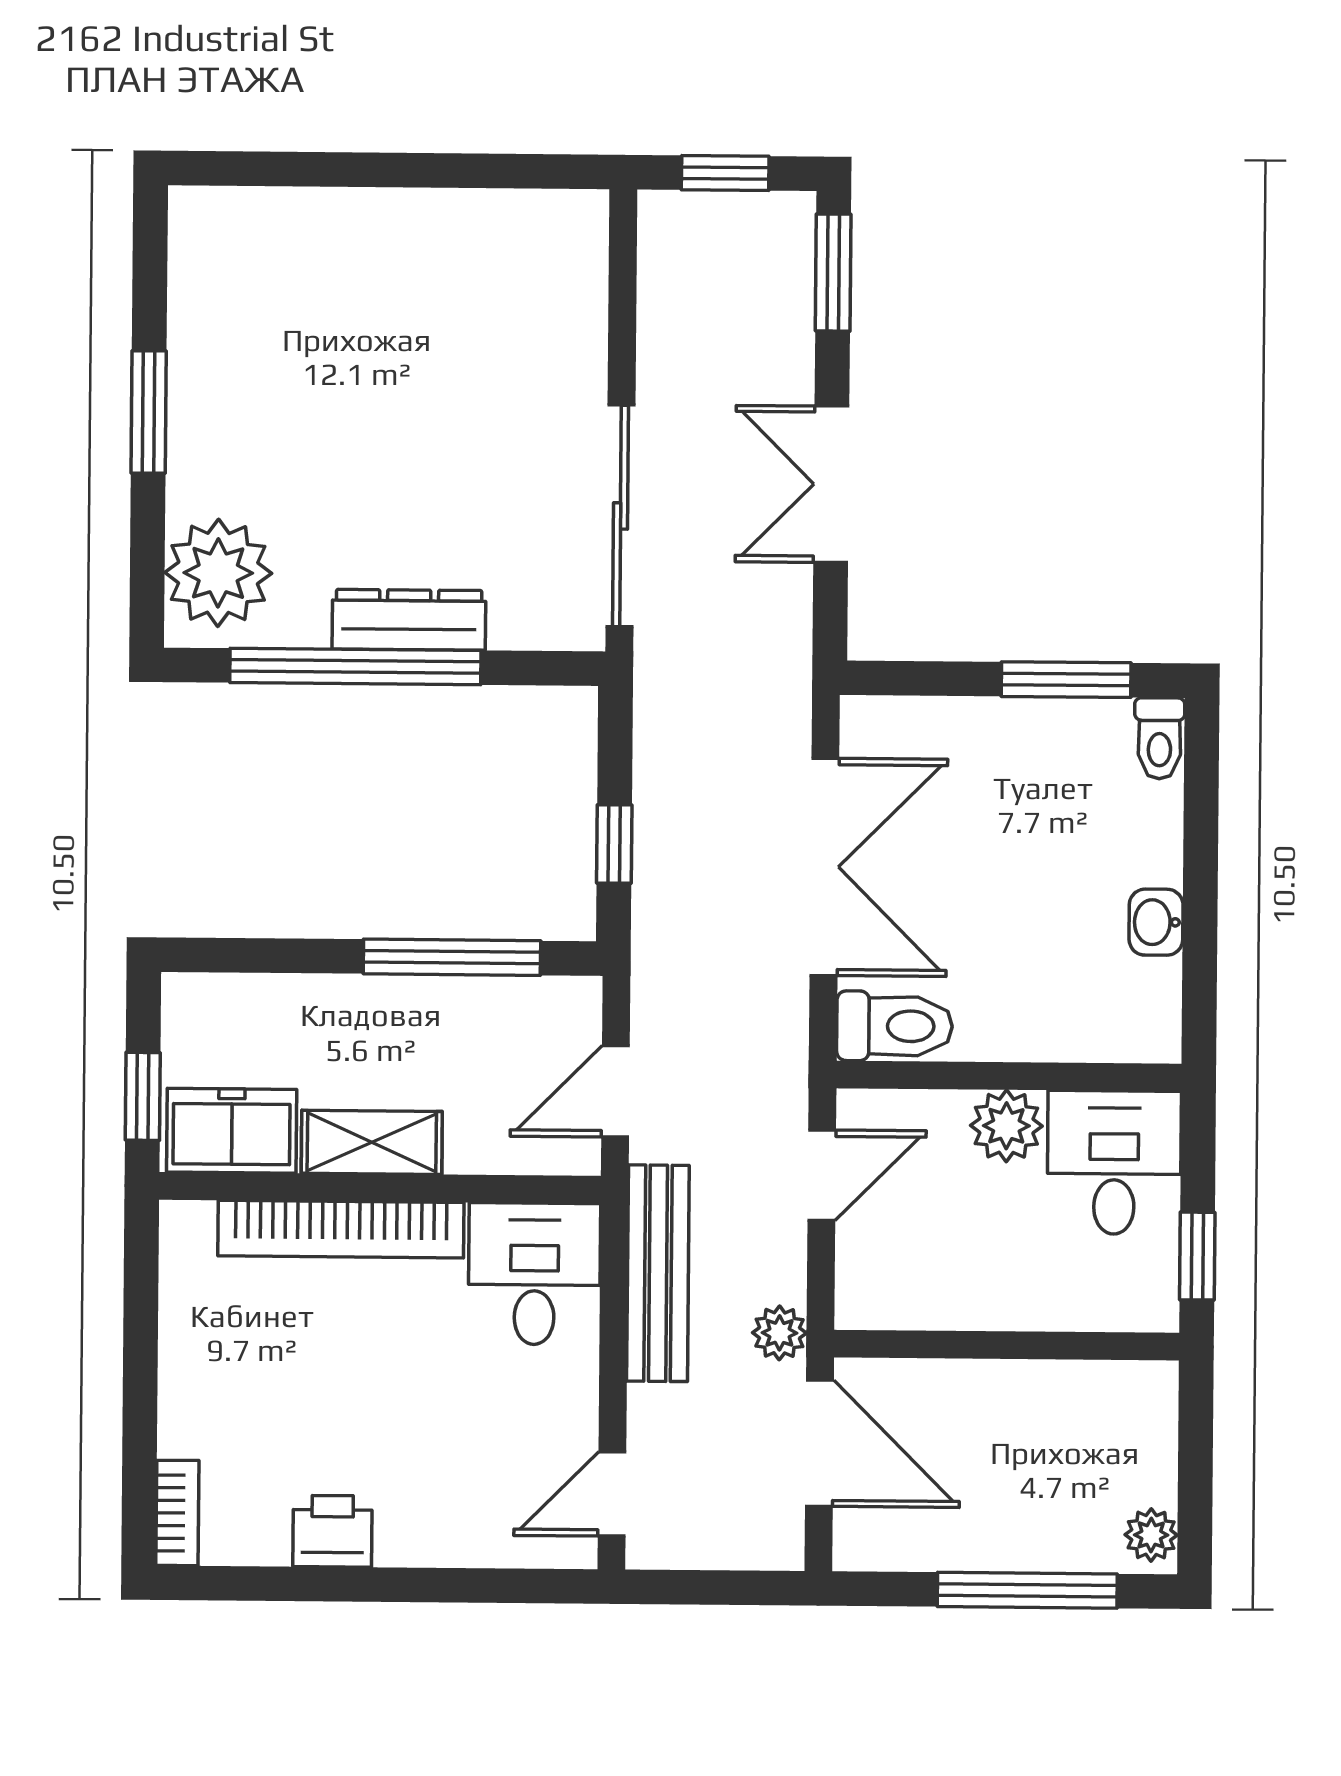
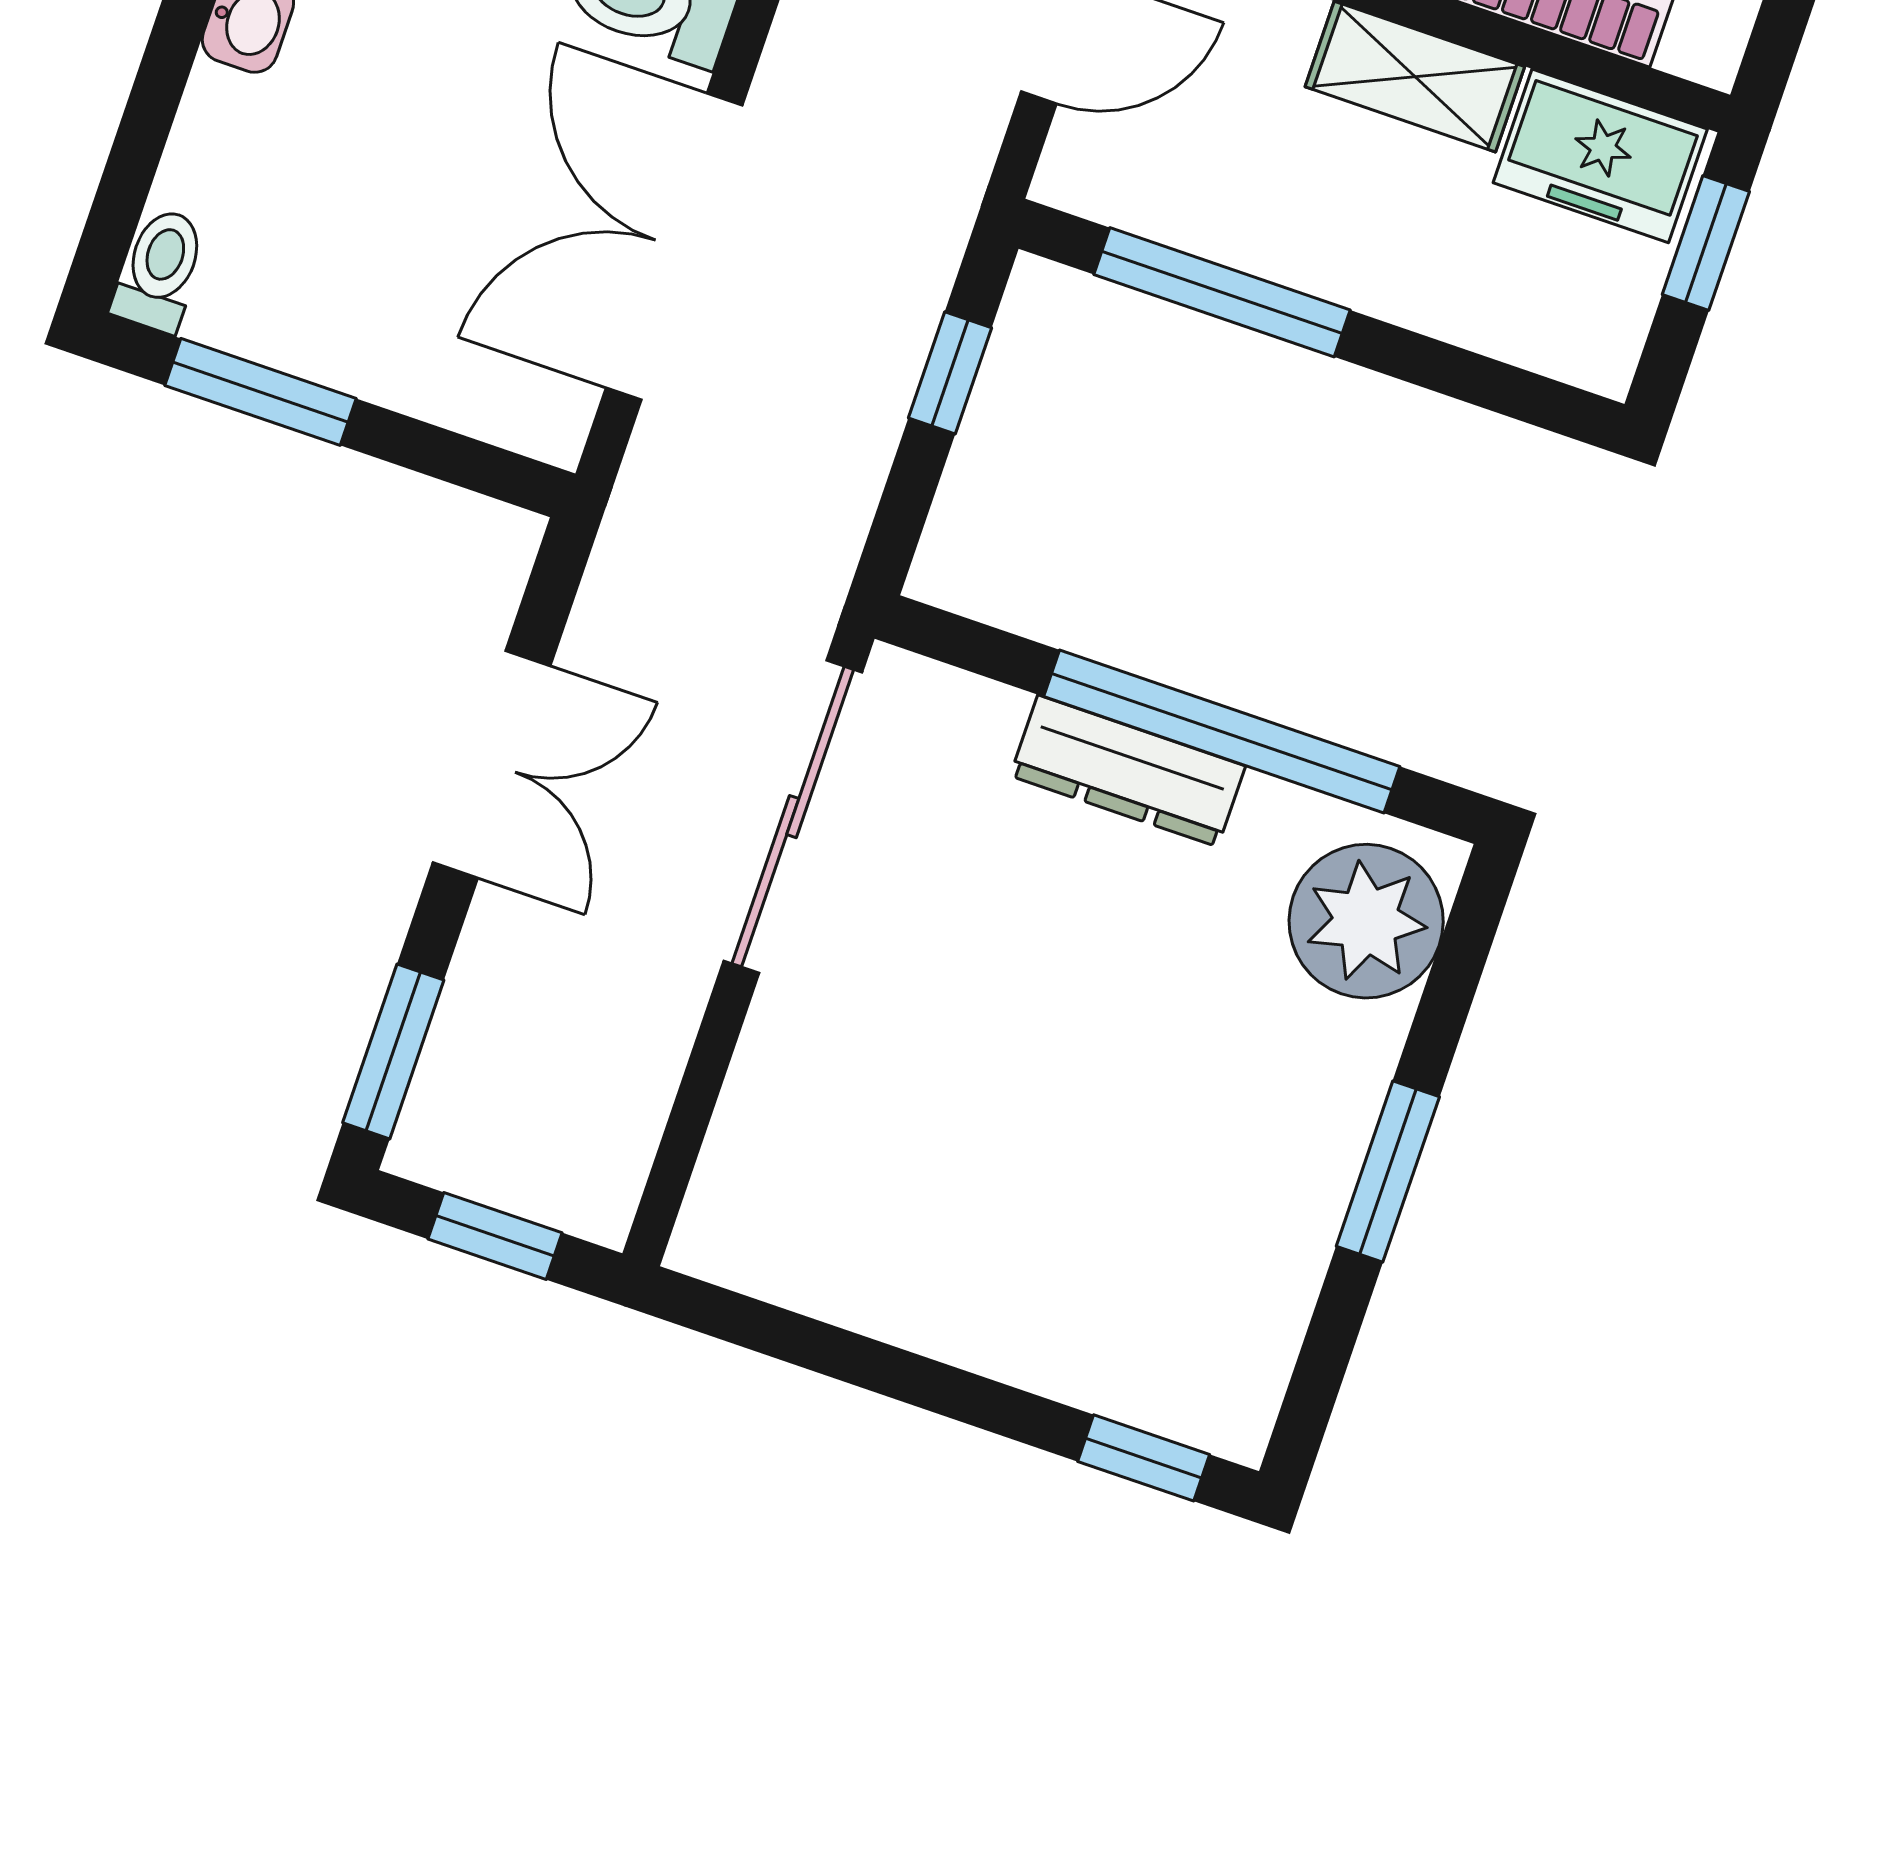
window: (247, 169) -> (1144, 1458), added

